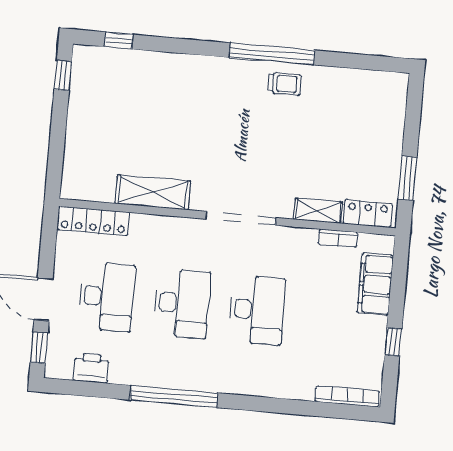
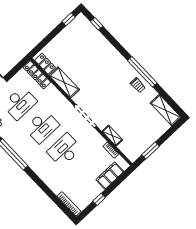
shelving: (372, 85) -> (166, 110), added
locker: (368, 214) -> (45, 64), moved
desk: (257, 310) -> (64, 150), turned 180

